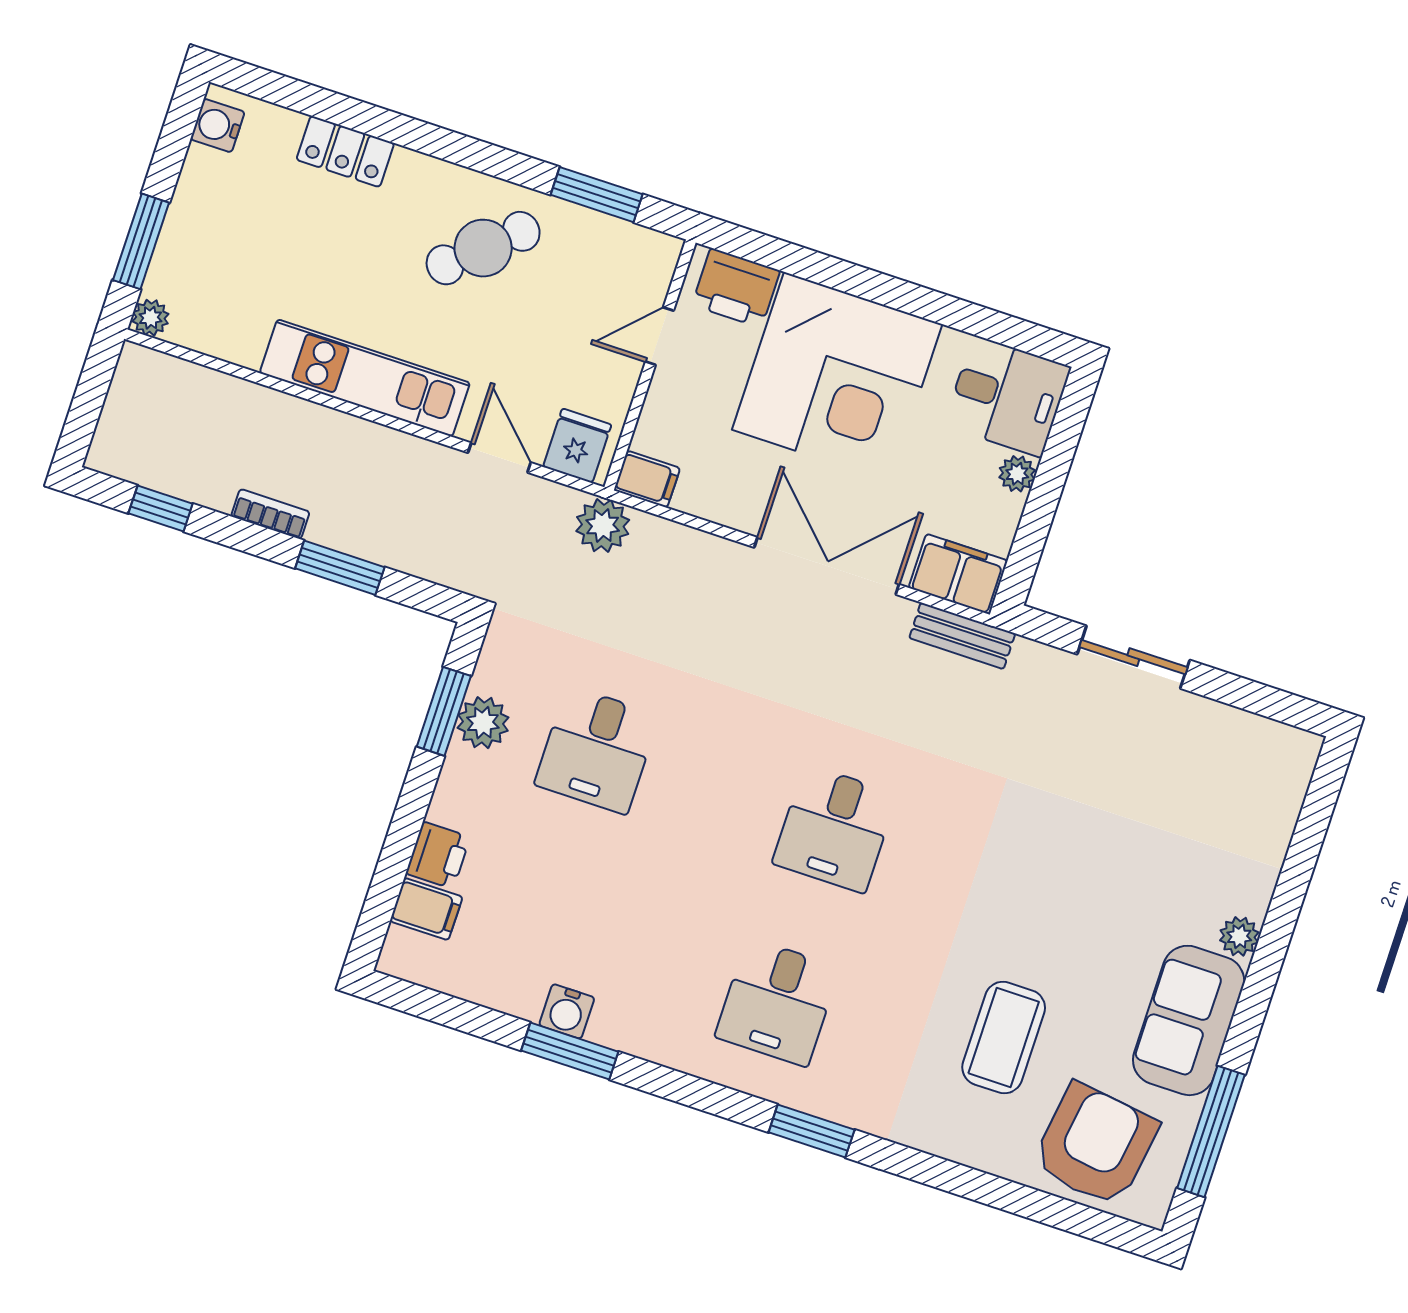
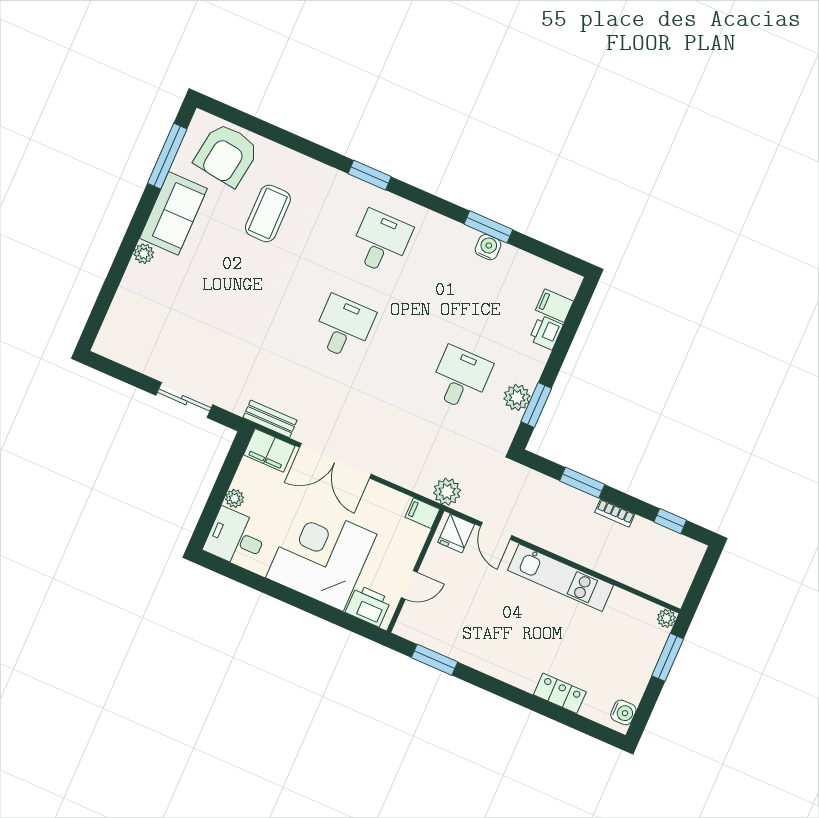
cafe table: (483, 248) -> (495, 638), removed

